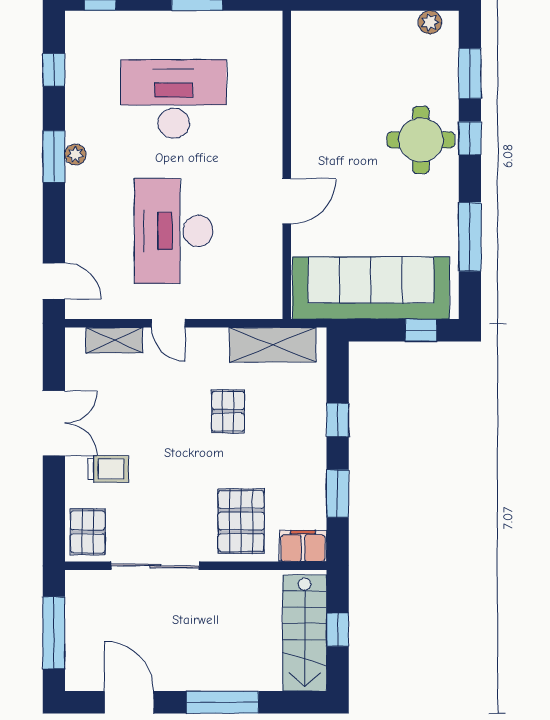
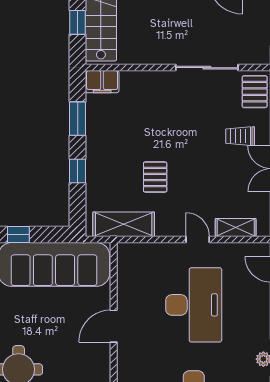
pallet: (241, 521) -> (146, 99), removed

